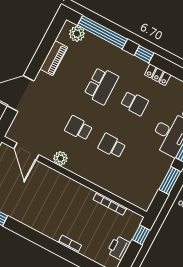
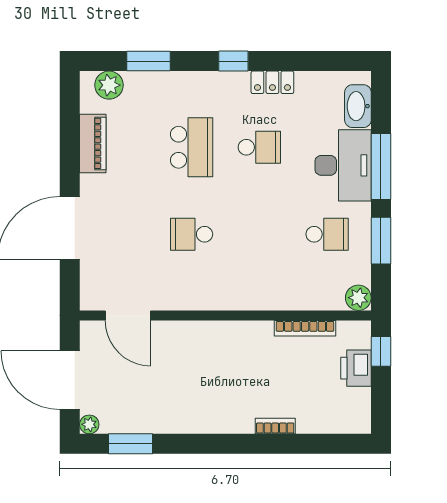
window: (102, 32) -> (148, 61), width x0.47
school desk: (112, 146) -> (327, 234), moved, turned 180
plant: (60, 158) -> (358, 298), moved
printer: (119, 248) -> (356, 368), moved

